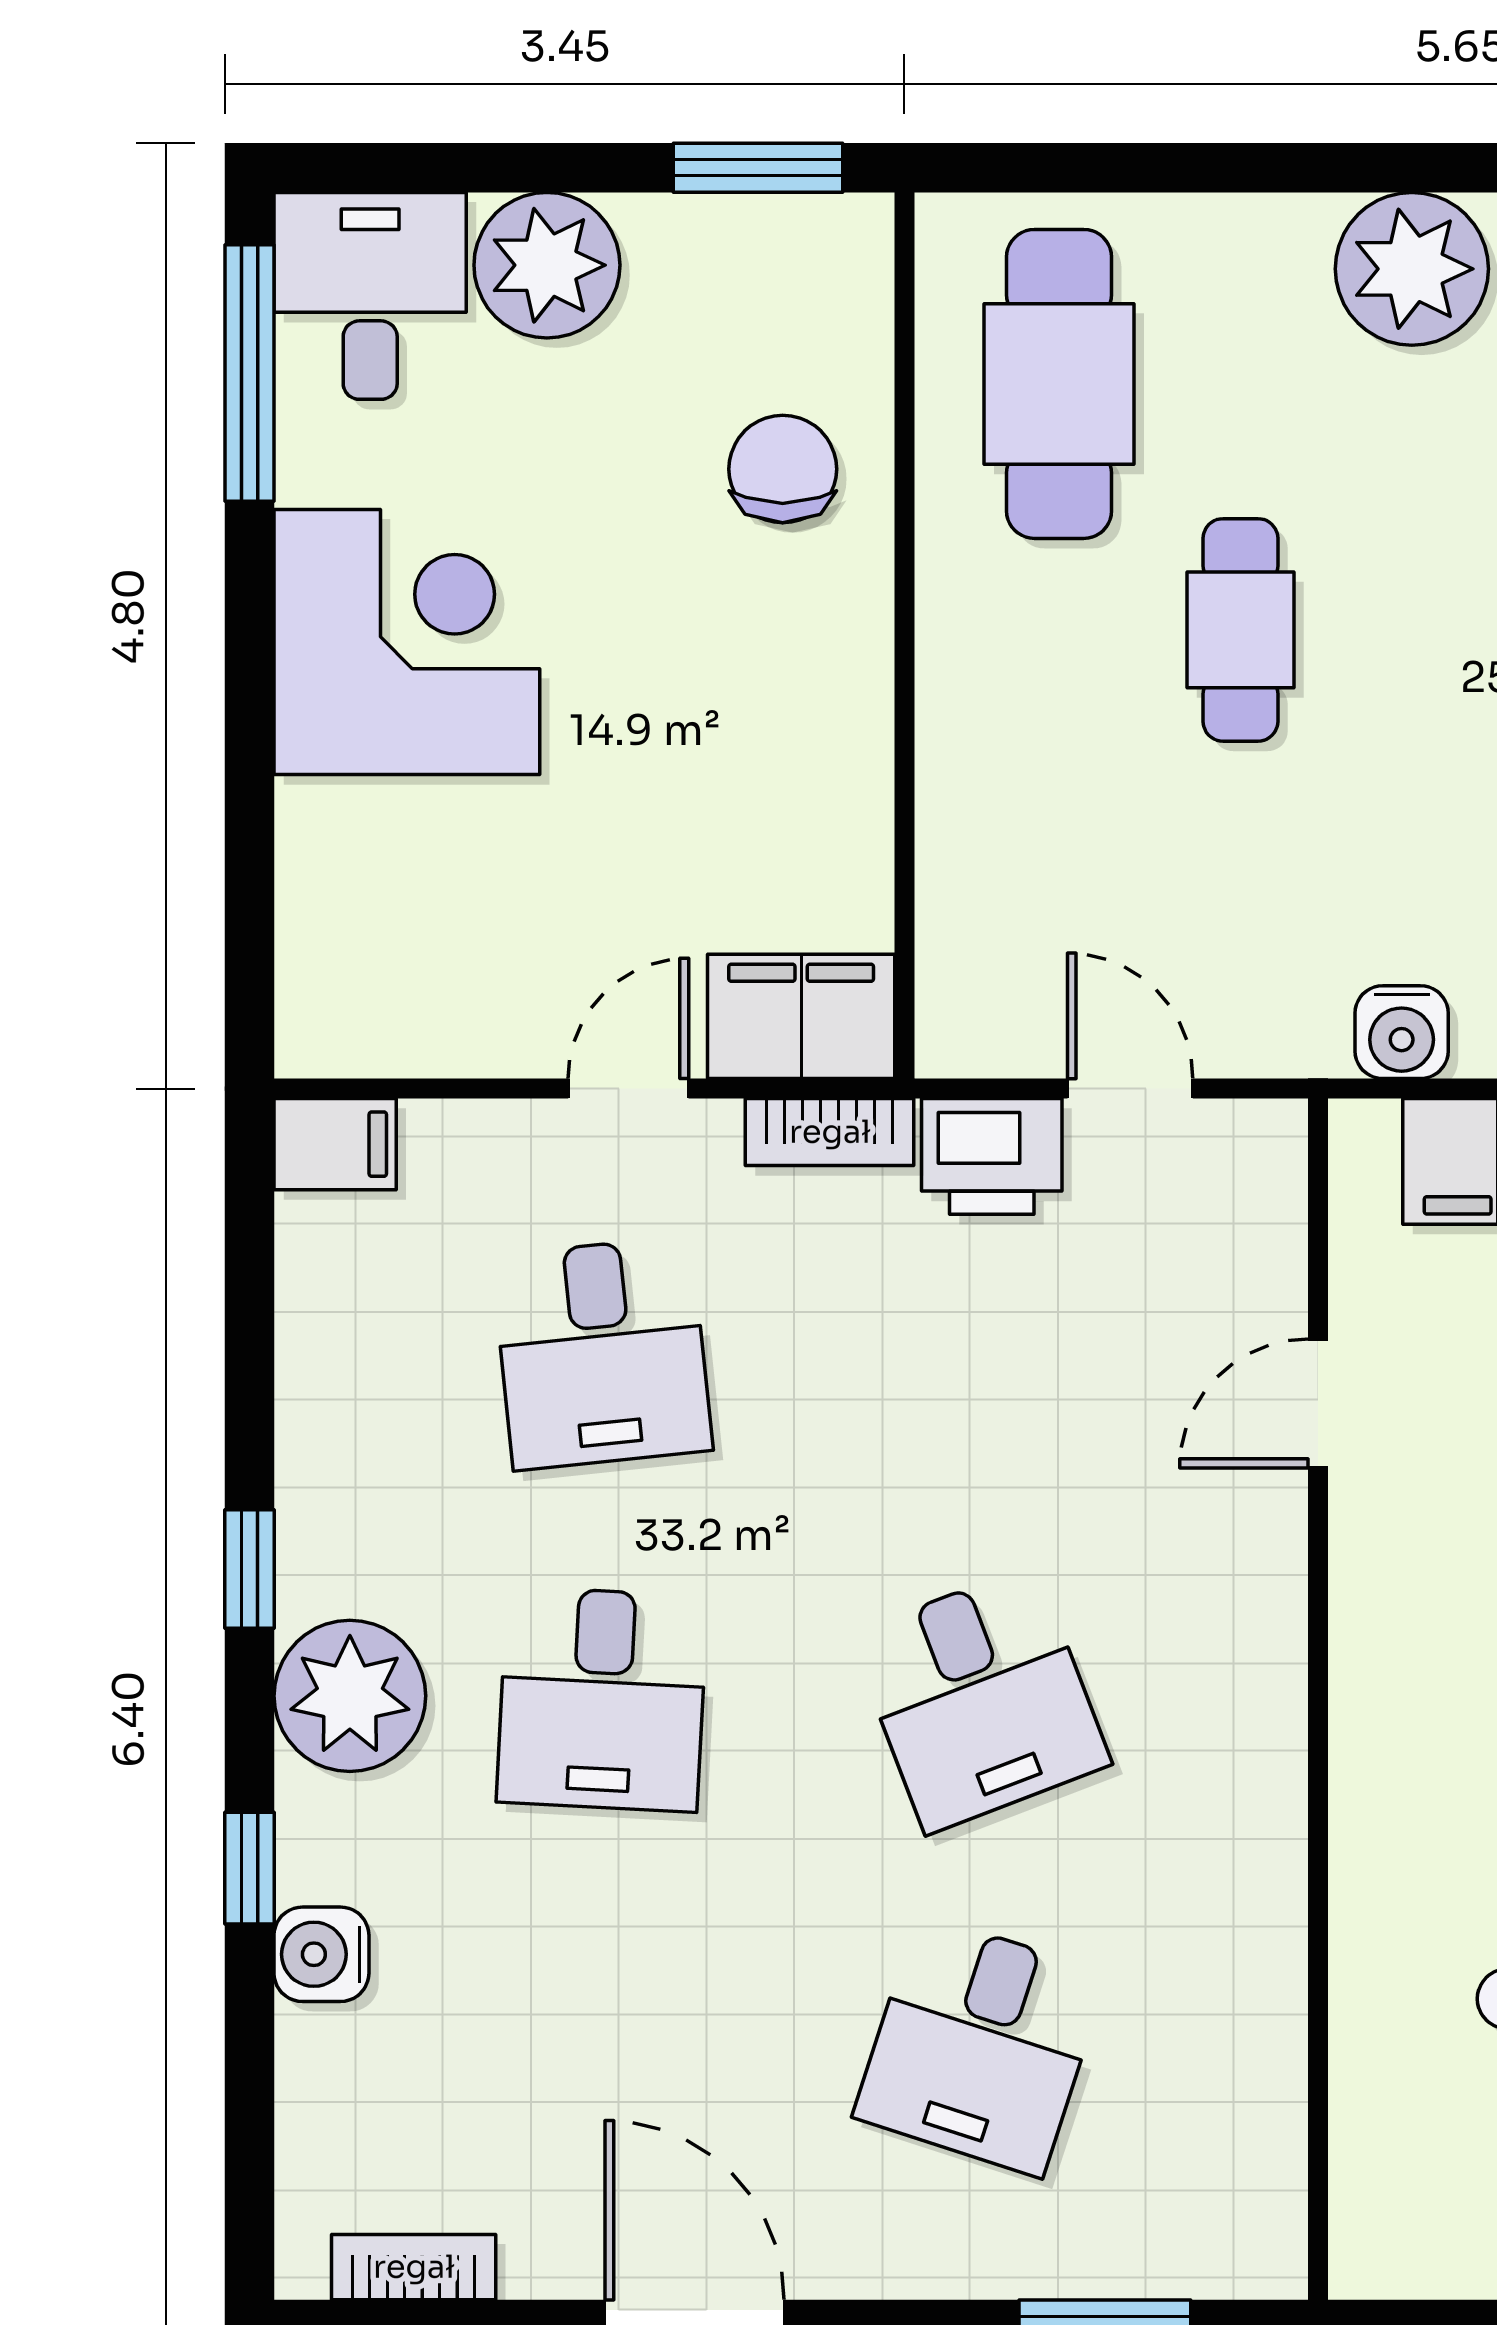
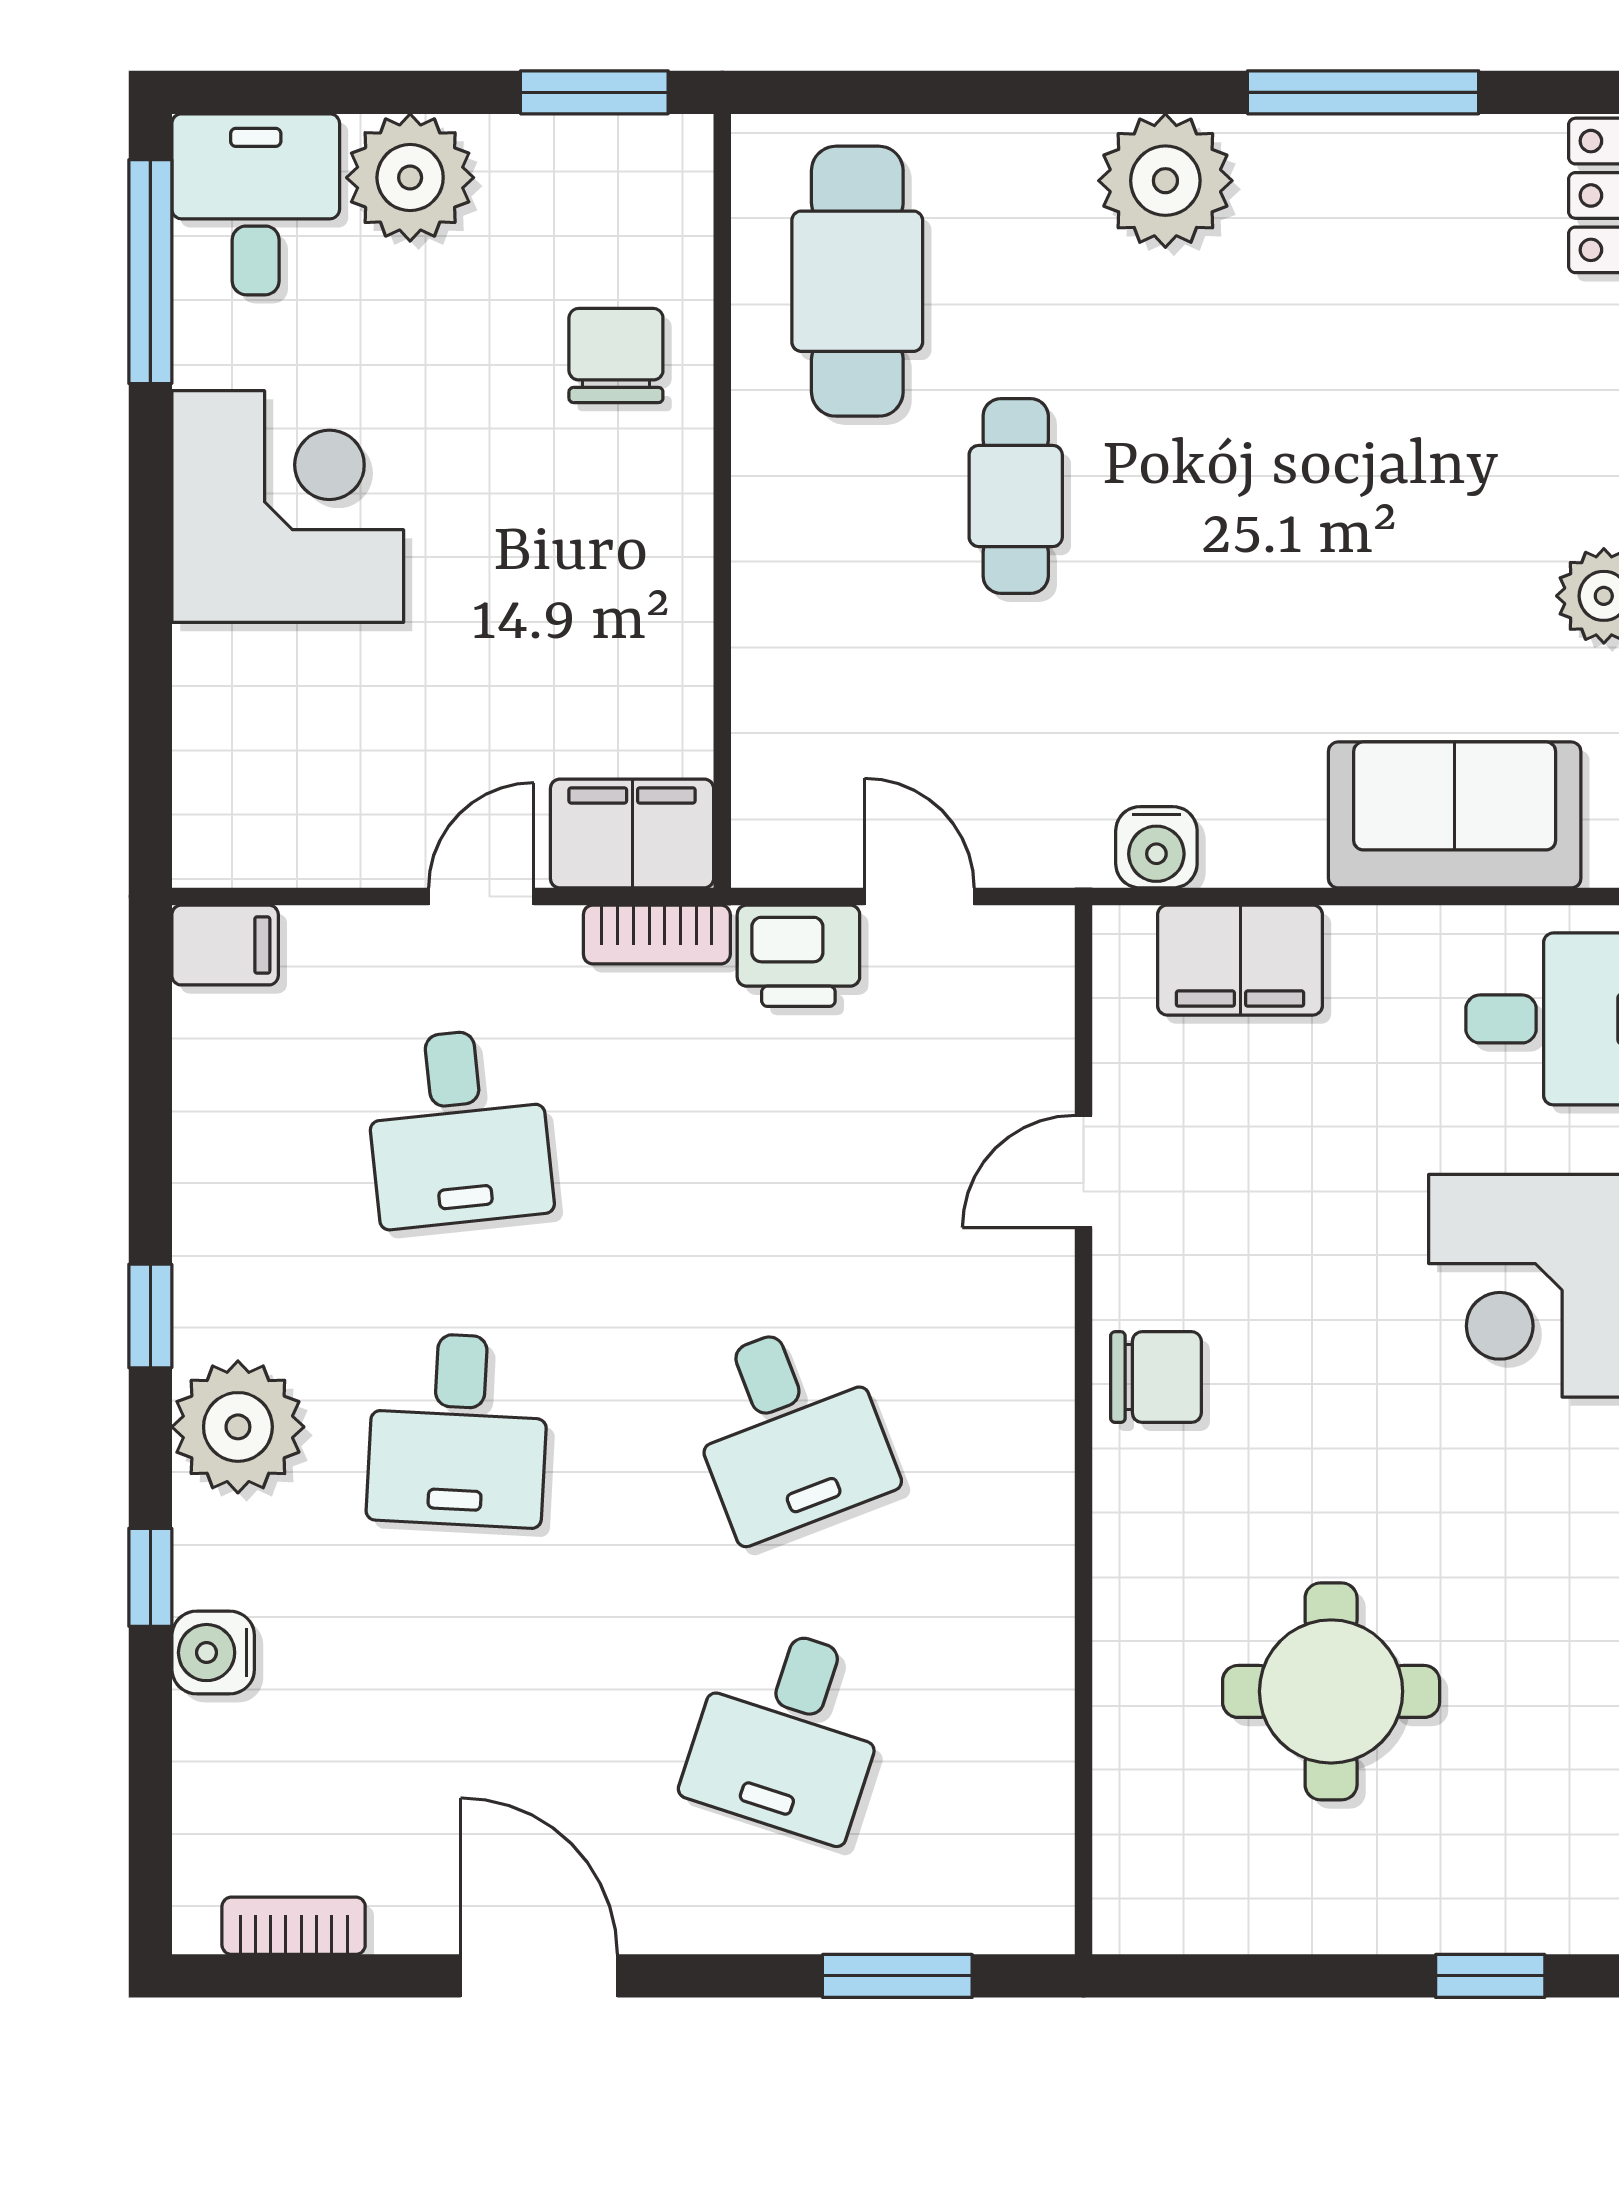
chair: (1401, 1639) -> (1156, 1377), added

